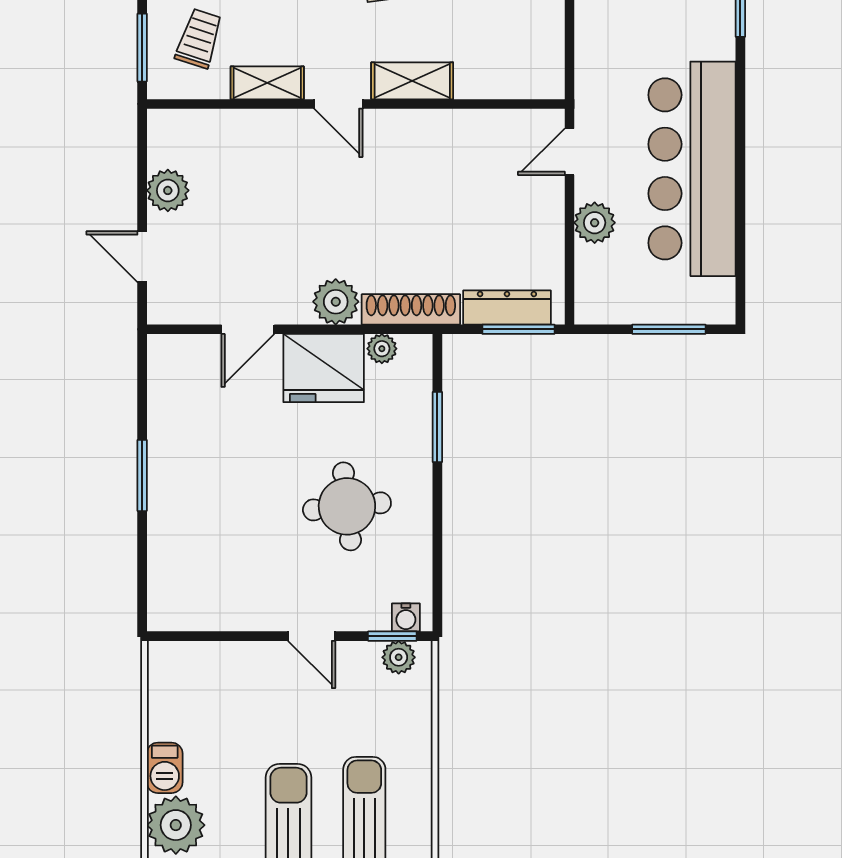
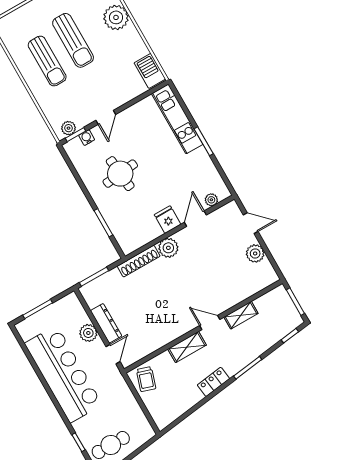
trolley: (199, 38) -> (146, 379), moved
dresser: (507, 307) -> (106, 323), moved, turned -90
plant: (382, 349) -> (211, 200), moved
fridge: (324, 368) -> (168, 220), width x0.53, depth x0.75
kitchen unit: (170, 551) -> (177, 119), added
water cooler: (406, 617) -> (87, 138), moved
door: (312, 636) -> (106, 117), swing flipped
barbecue: (165, 768) -> (150, 71), moved, width x1.38, depth x1.27

